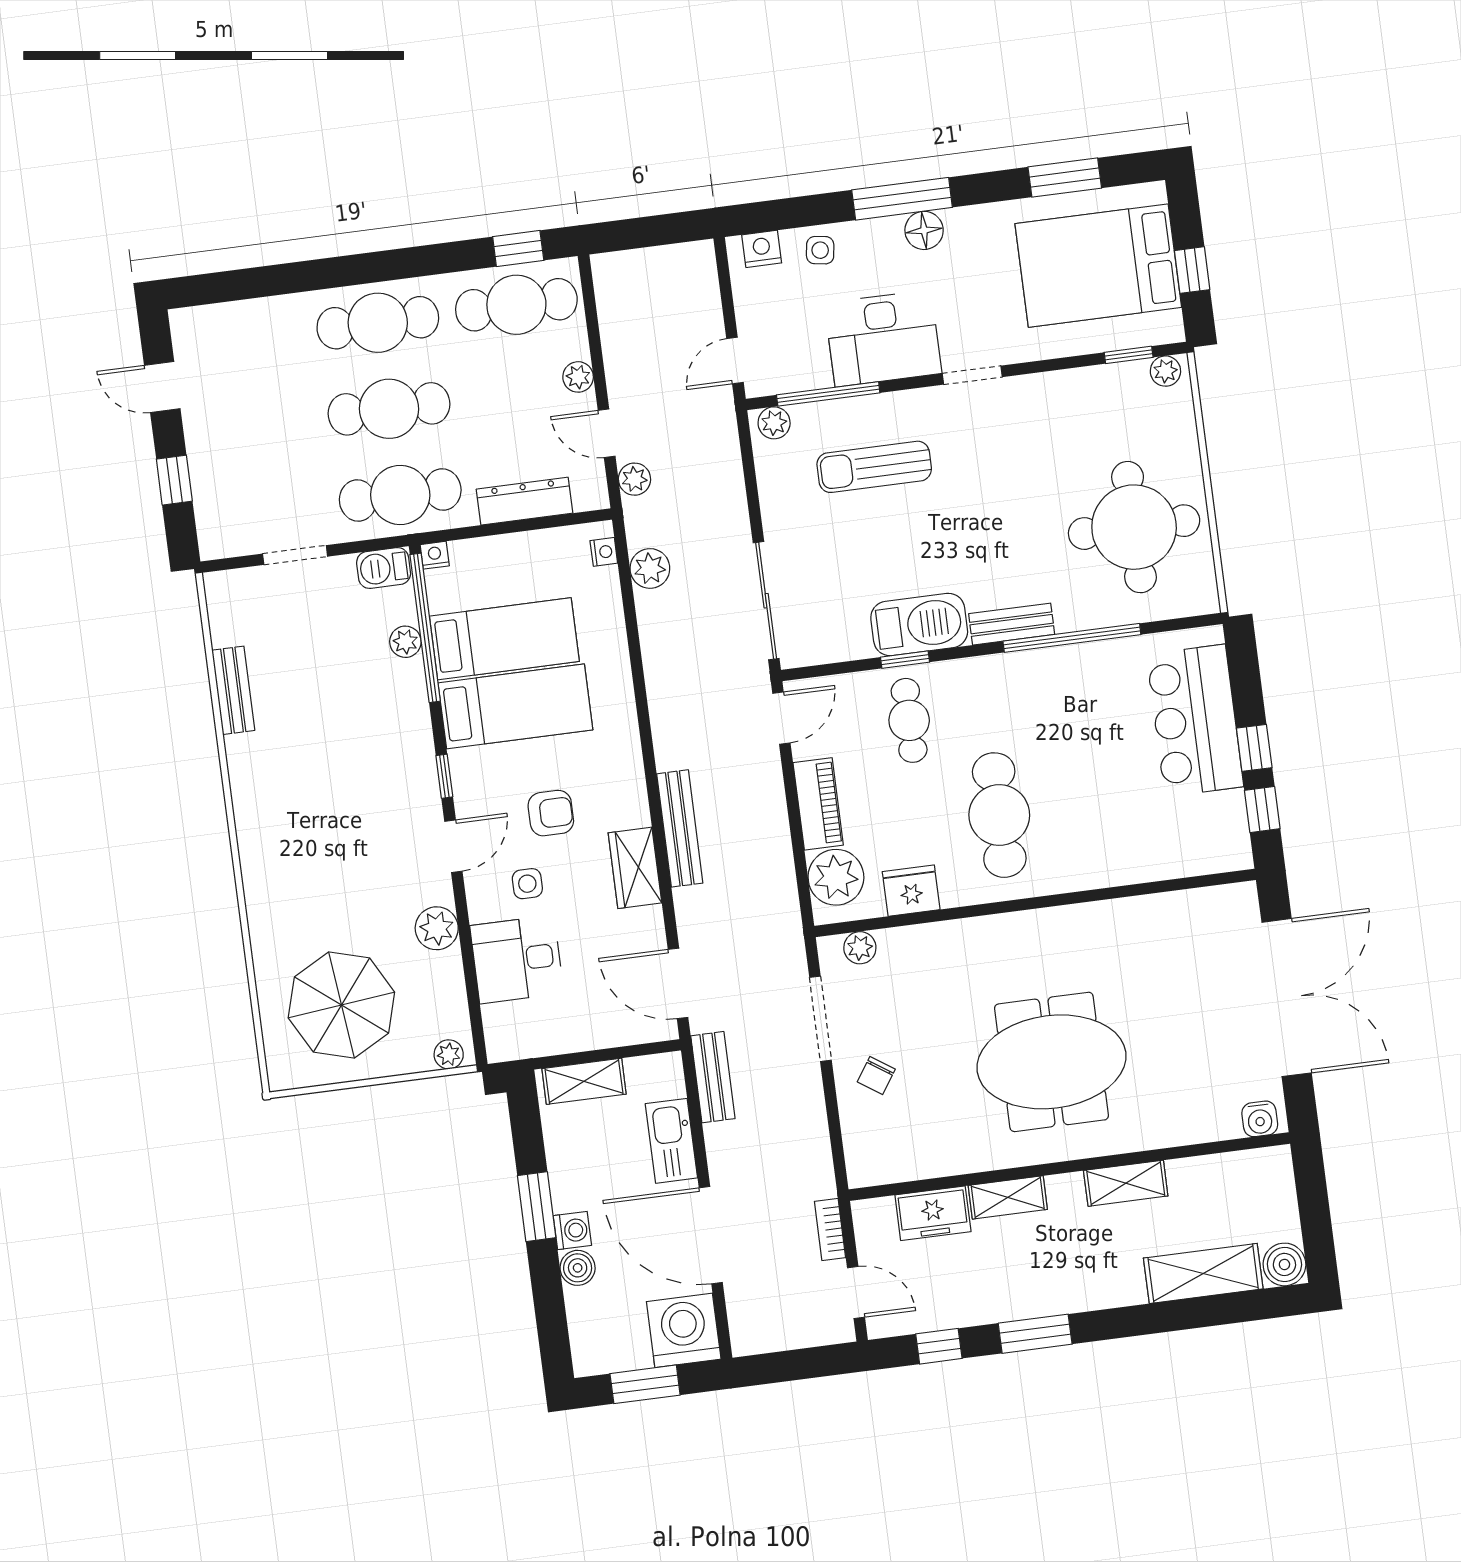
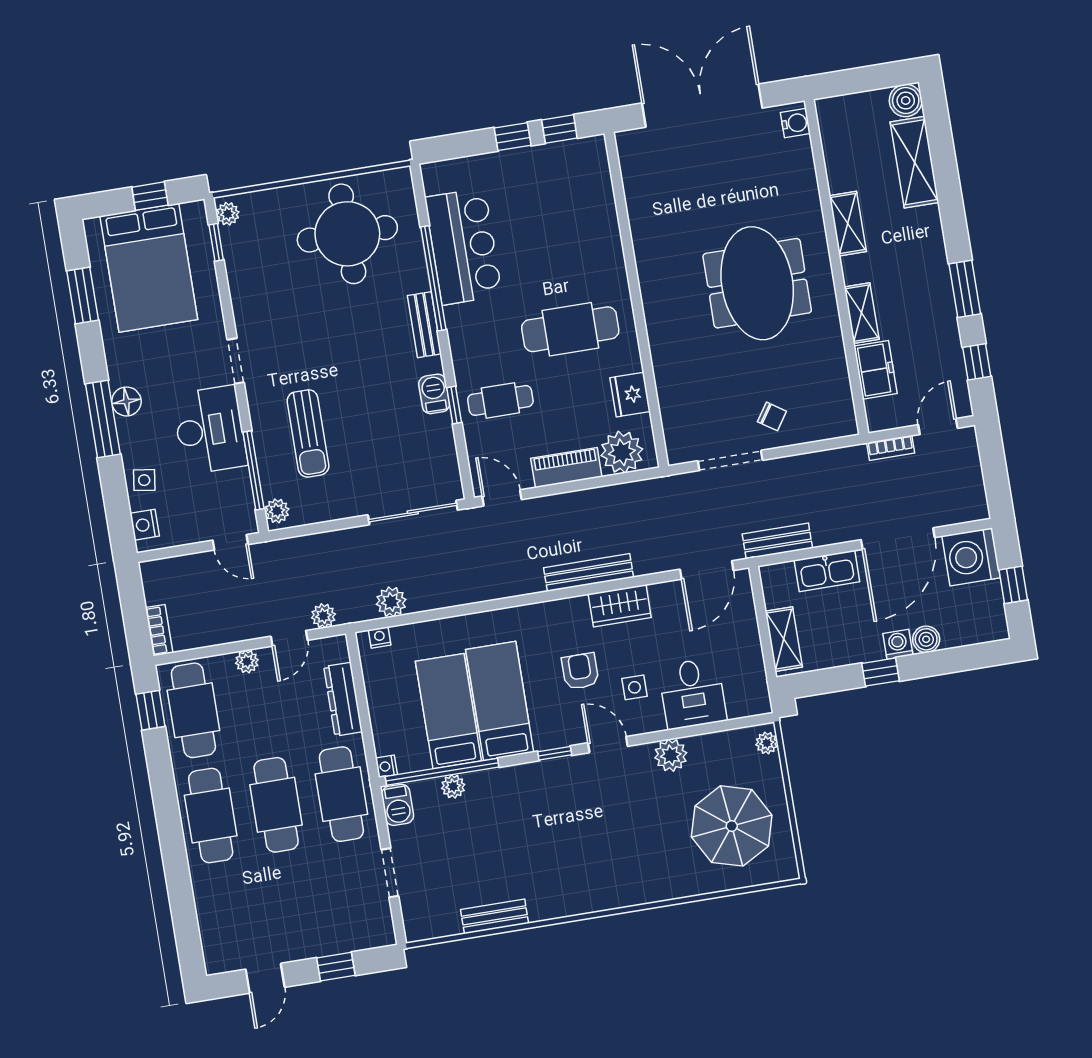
bookcase: (623, 263) -> (159, 630), added
barbecue: (919, 624) -> (434, 394), width x0.53, depth x0.65
bar counter: (1195, 720) -> (463, 246), moved, turned -90
plant: (860, 948) -> (675, 432), removed
window: (537, 1207) -> (881, 672), width x0.67
window: (645, 1384) -> (1013, 585), width x0.67

